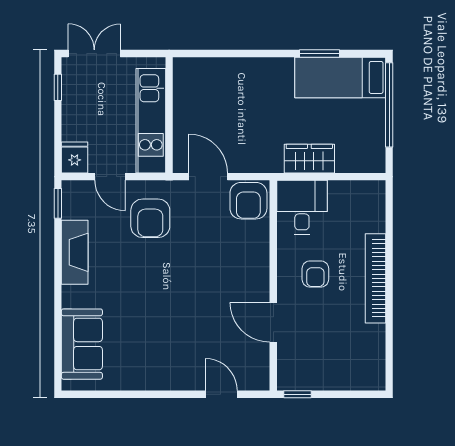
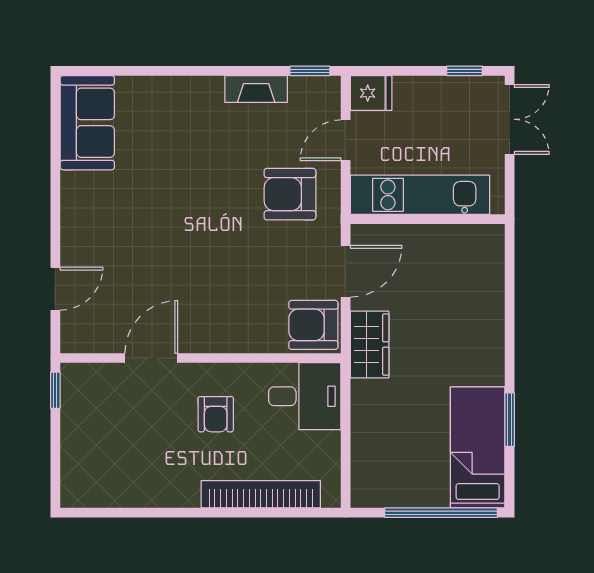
wardrobe: (309, 159) -> (370, 345), moved
fireplace: (75, 252) -> (256, 89), width x0.73, depth x0.76
armchair: (315, 274) -> (216, 414), turned -90
bookcase: (375, 278) -> (261, 494), moved
sofa: (82, 344) -> (87, 123), moved, turned -90

